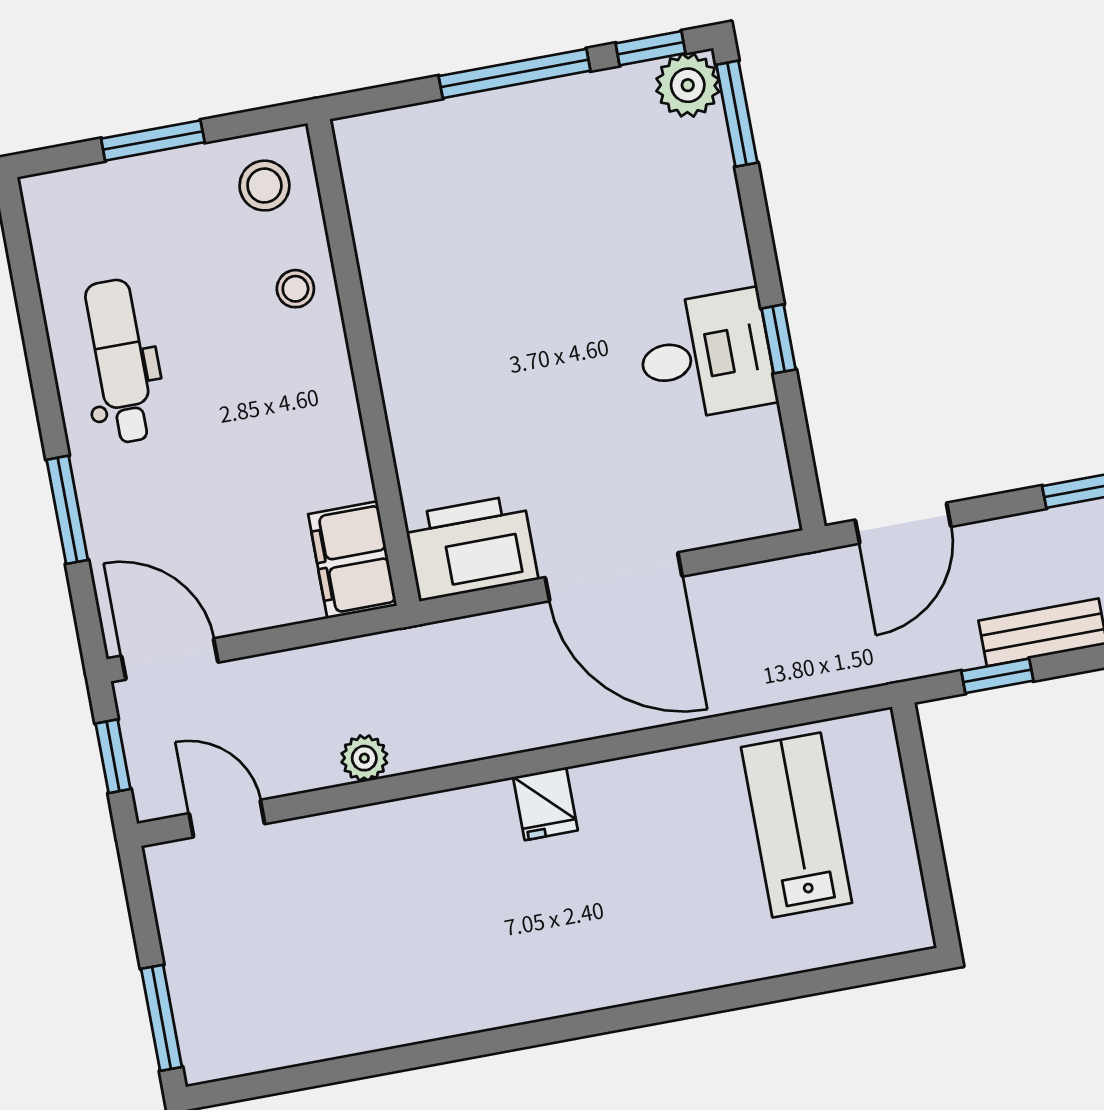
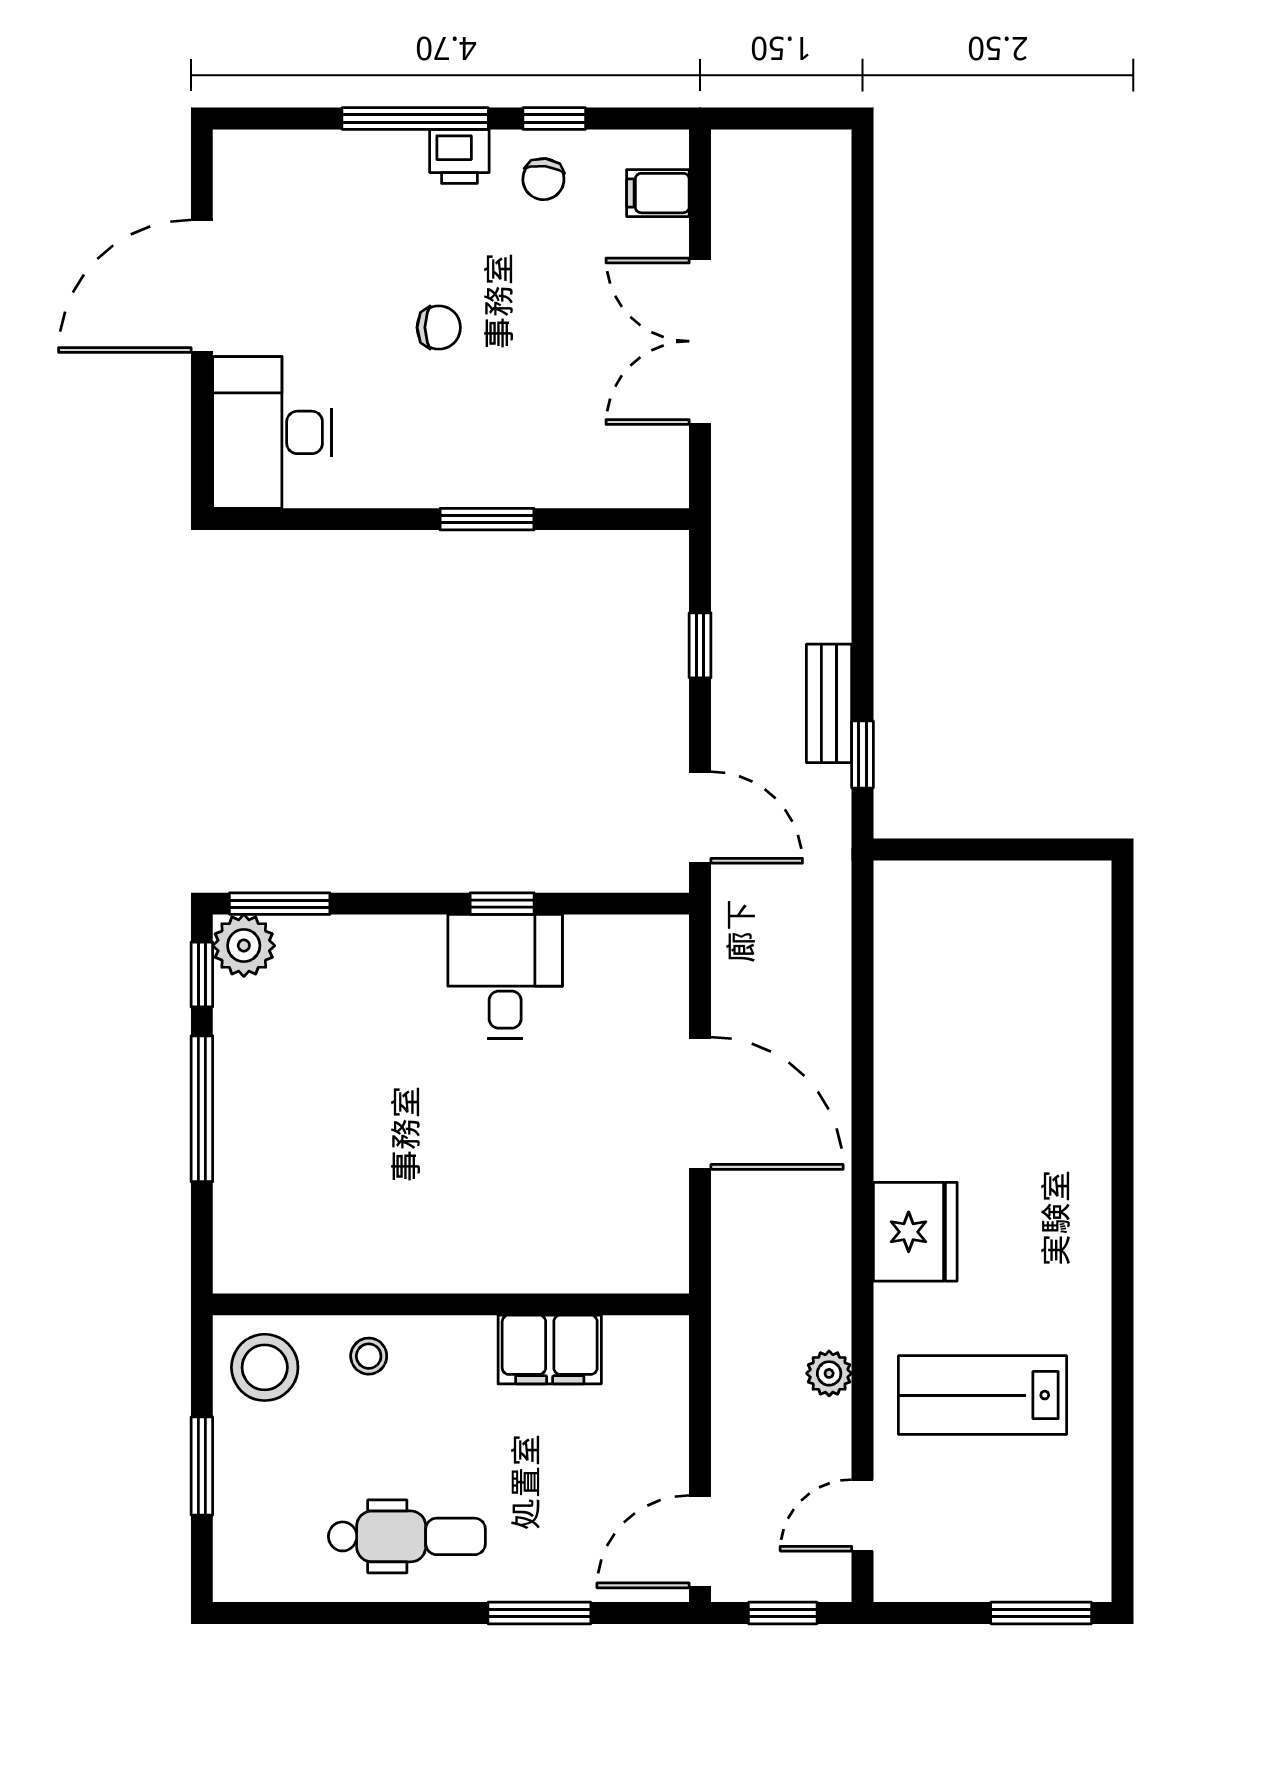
stool: (264, 186) -> (265, 1367), width x1.38, depth x1.38
dental chair: (120, 361) -> (407, 1536), turned 180
printer: (471, 547) -> (647, 1234), removed
filing cabinet: (353, 560) -> (550, 1350), moved
door: (614, 577) -> (700, 1103), hinge flipped
fridge: (545, 804) -> (915, 1232), width x1.88, depth x1.34
lab bench: (797, 825) -> (982, 1395), moved

